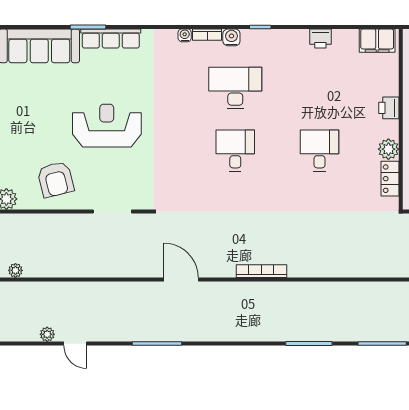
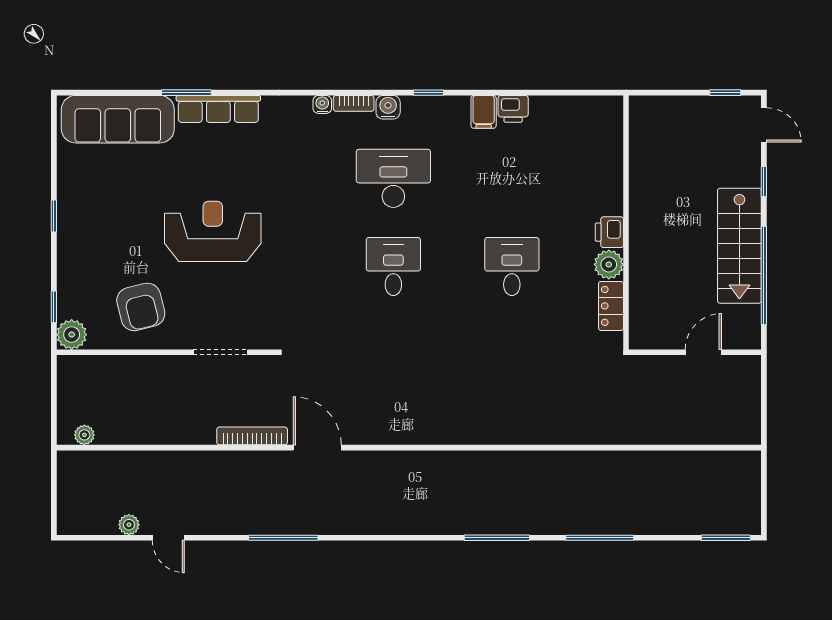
filing cabinet: (377, 41) -> (484, 112), moved, width x0.50
printer: (389, 108) -> (609, 232), moved
bookcase: (261, 271) -> (252, 436), moved

